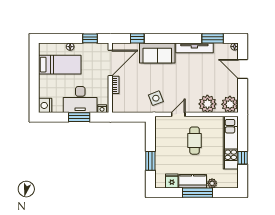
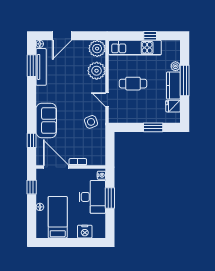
tv unit: (194, 48) -> (41, 67), moved
nightstand: (45, 105) -> (85, 232), moved

